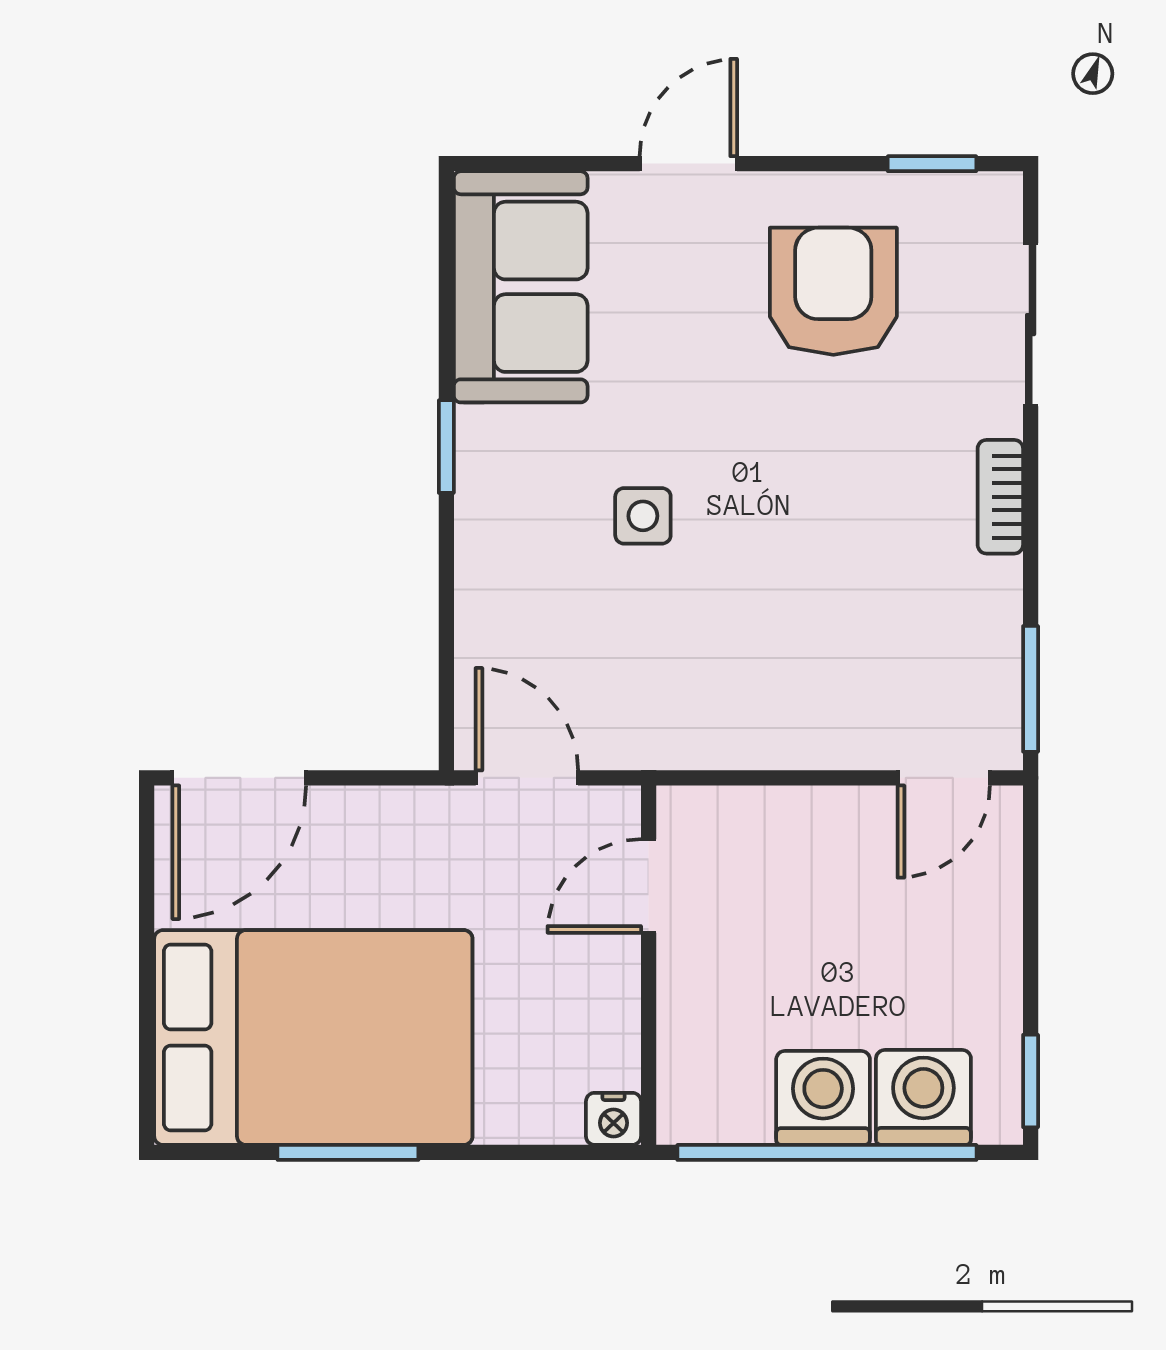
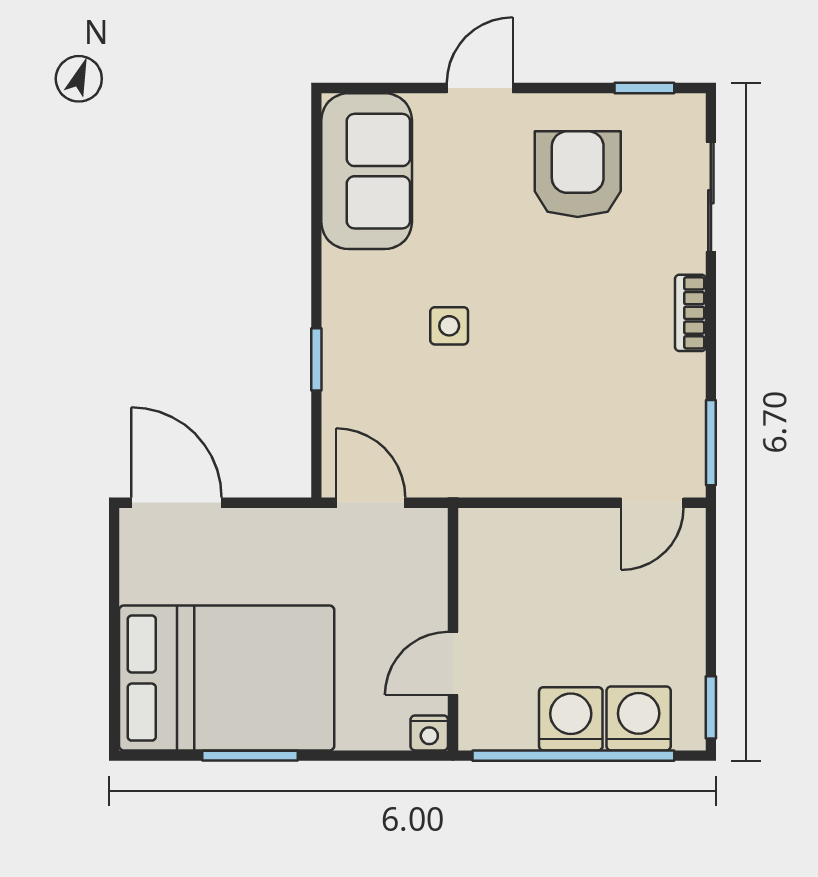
window: (446, 447) -> (316, 359), moved
door: (239, 778) -> (177, 503), swing flipped
door: (649, 886) -> (453, 664), moved

